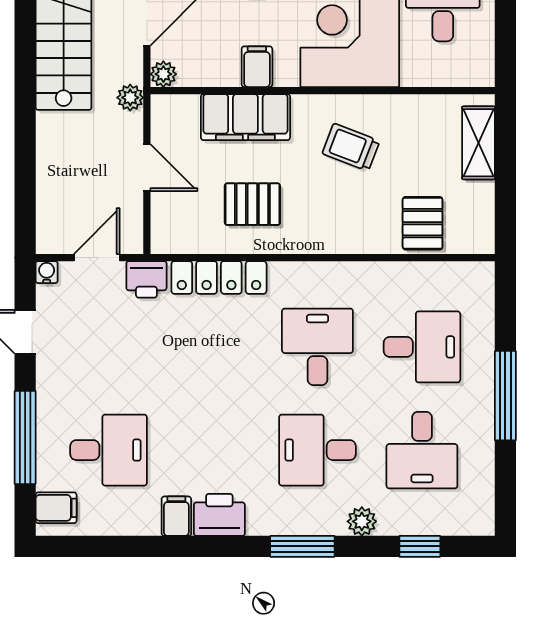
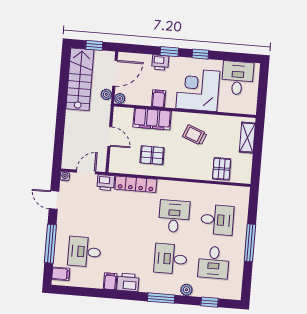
plant: (130, 98) -> (106, 94), moved
desk: (109, 450) -> (84, 252), turned 180

